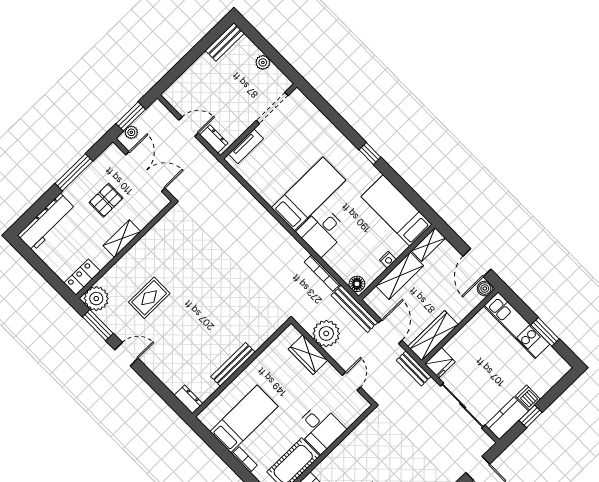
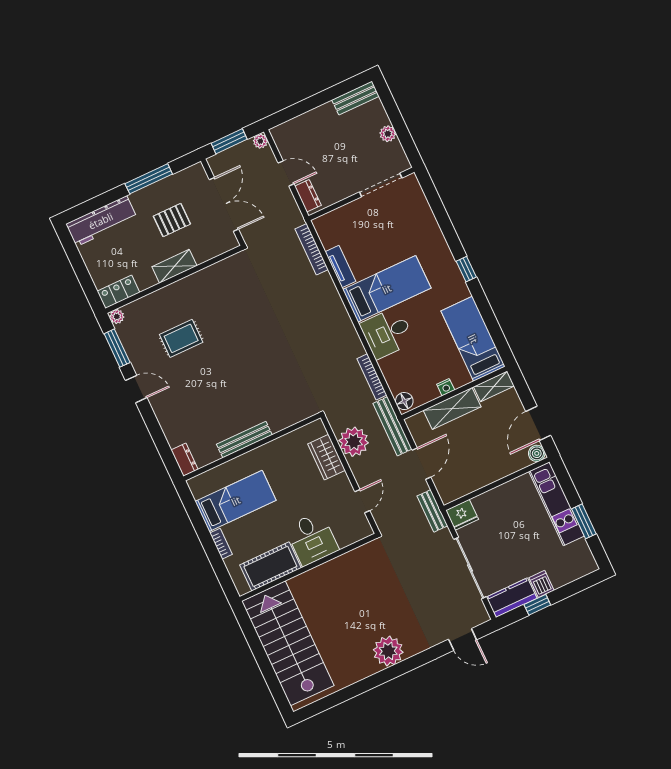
plant: (131, 132) -> (260, 141), moved
tv unit: (246, 146) -> (340, 267), moved, turned -90
bookcase: (233, 183) -> (312, 249), added
plant: (96, 299) -> (117, 316), width x0.53, depth x0.53
wardrobe: (433, 336) -> (465, 484), removed

